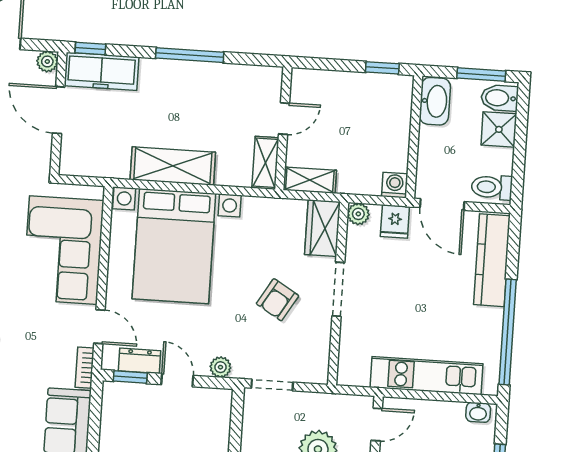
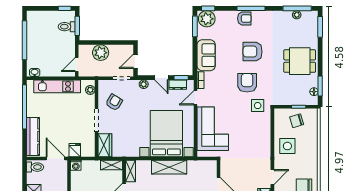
plant: (358, 214) -> (90, 90), moved
armchair: (278, 300) -> (114, 102), moved
door: (99, 327) -> (195, 98), hinge flipped
door: (236, 423) -> (136, 61), added

